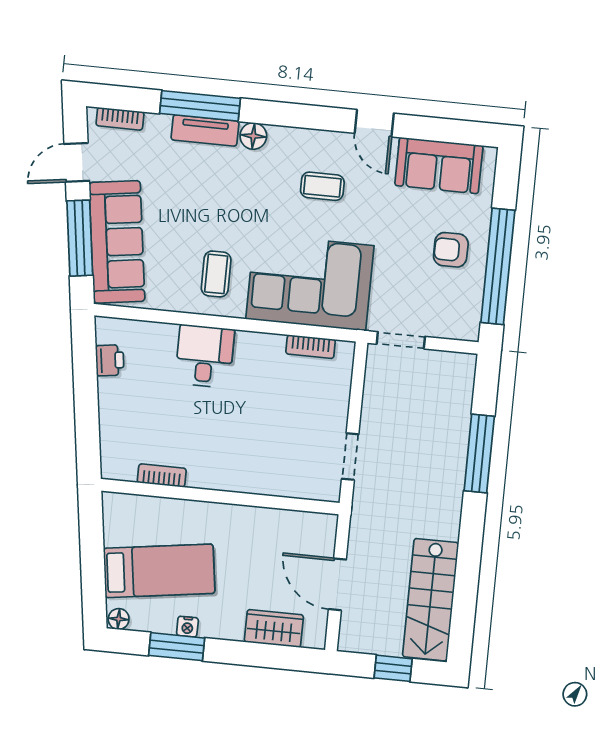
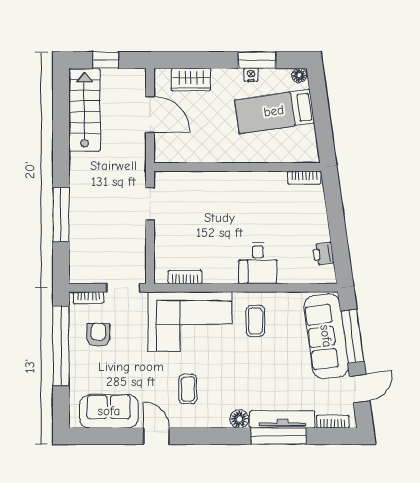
tv unit: (205, 130) -> (283, 419), width x1.41
coffee table: (322, 186) -> (188, 389), turned 90
armchair: (451, 250) -> (98, 335), moved, turned -89
bookcase: (452, 331) -> (88, 298), added
bookcase: (162, 476) -> (304, 178), moved

